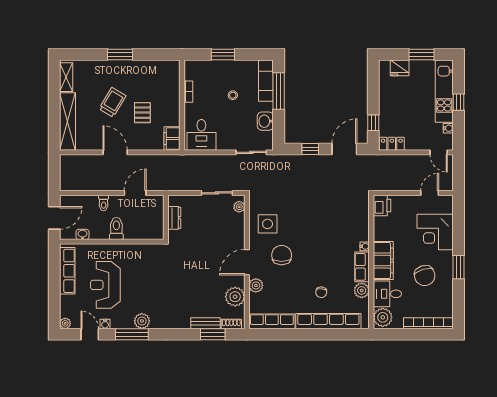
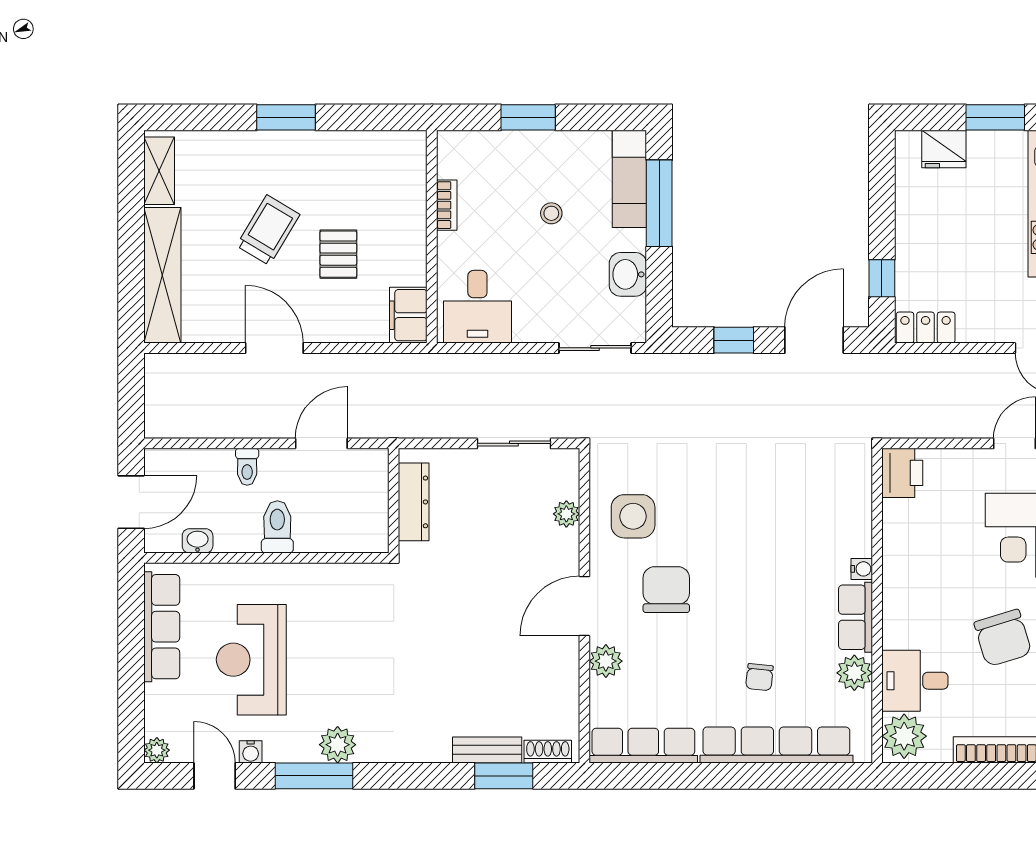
plant: (239, 207) -> (566, 514), moved
dresser: (174, 218) -> (414, 502), width x1.44
filing cabinet: (383, 261) -> (905, 602), removed
plant: (235, 297) -> (557, 687), removed

